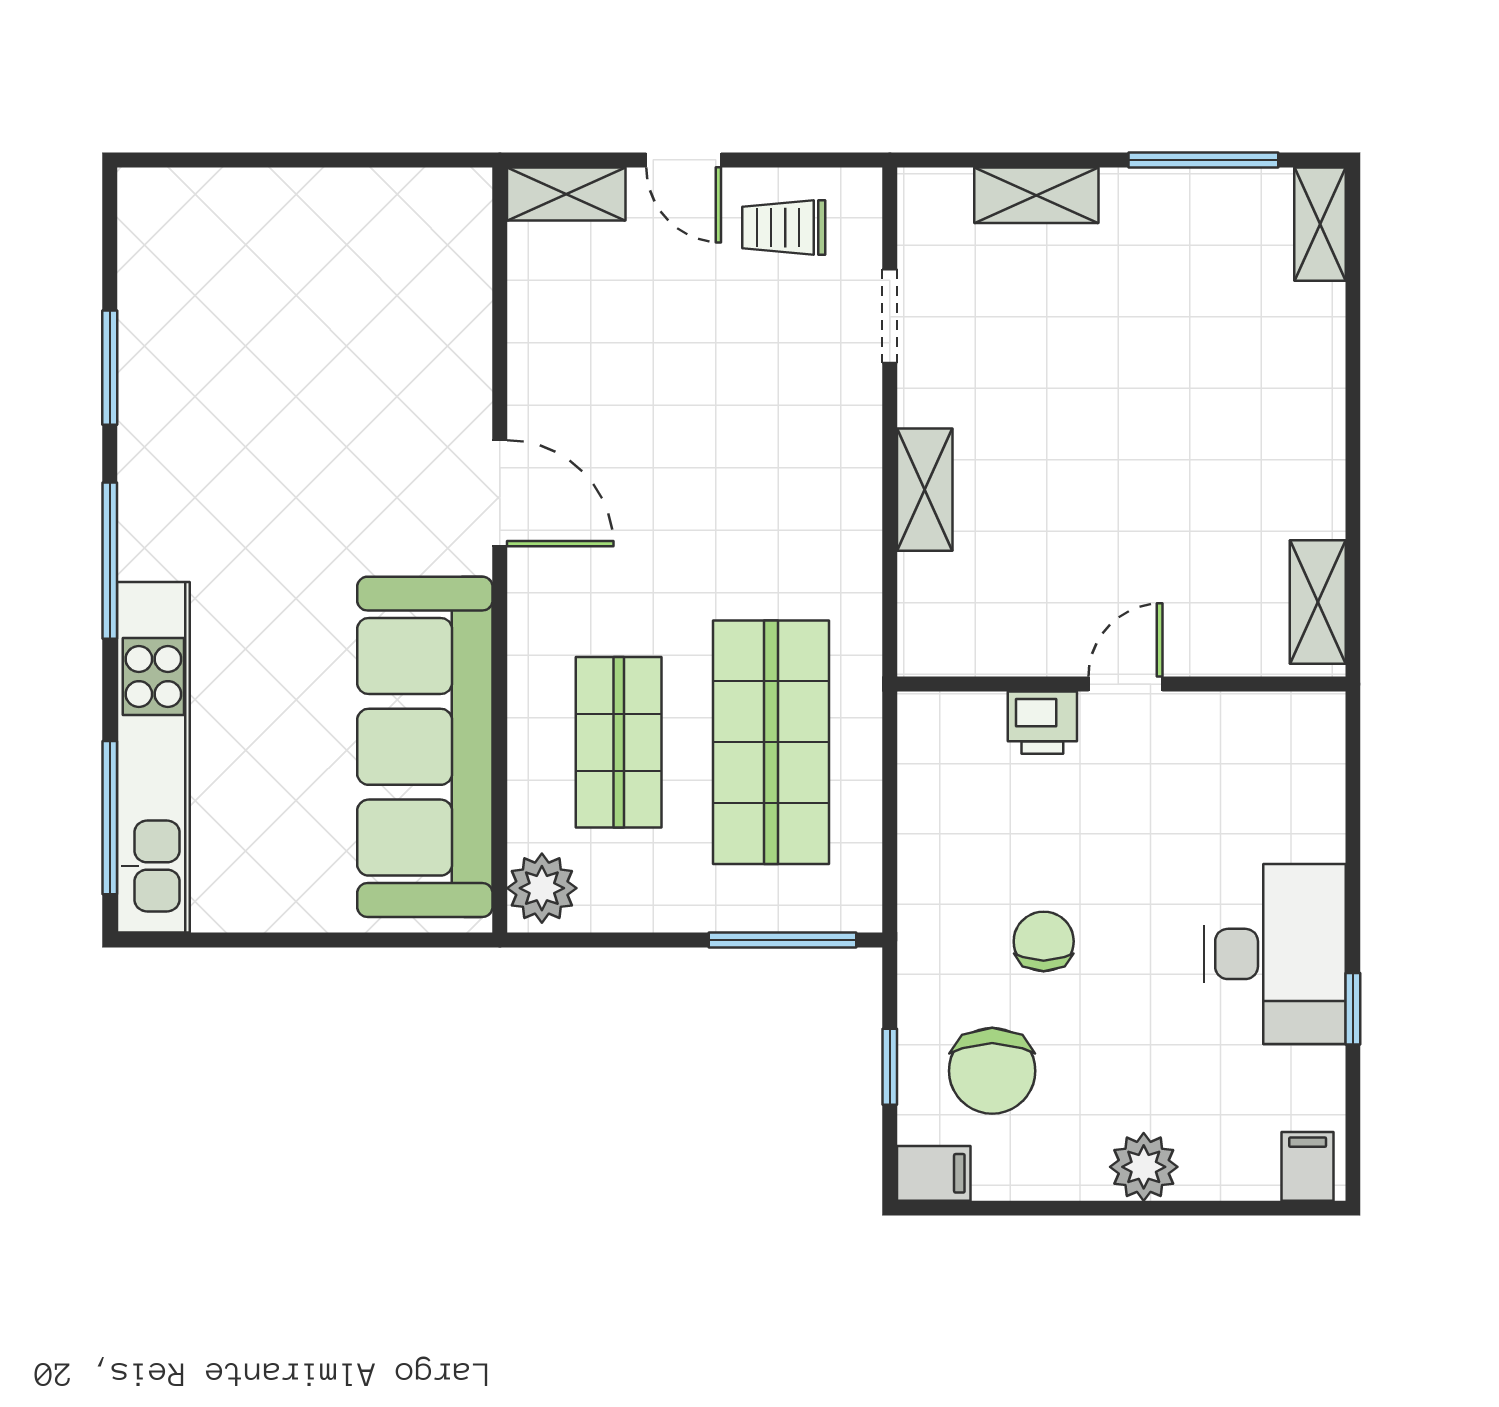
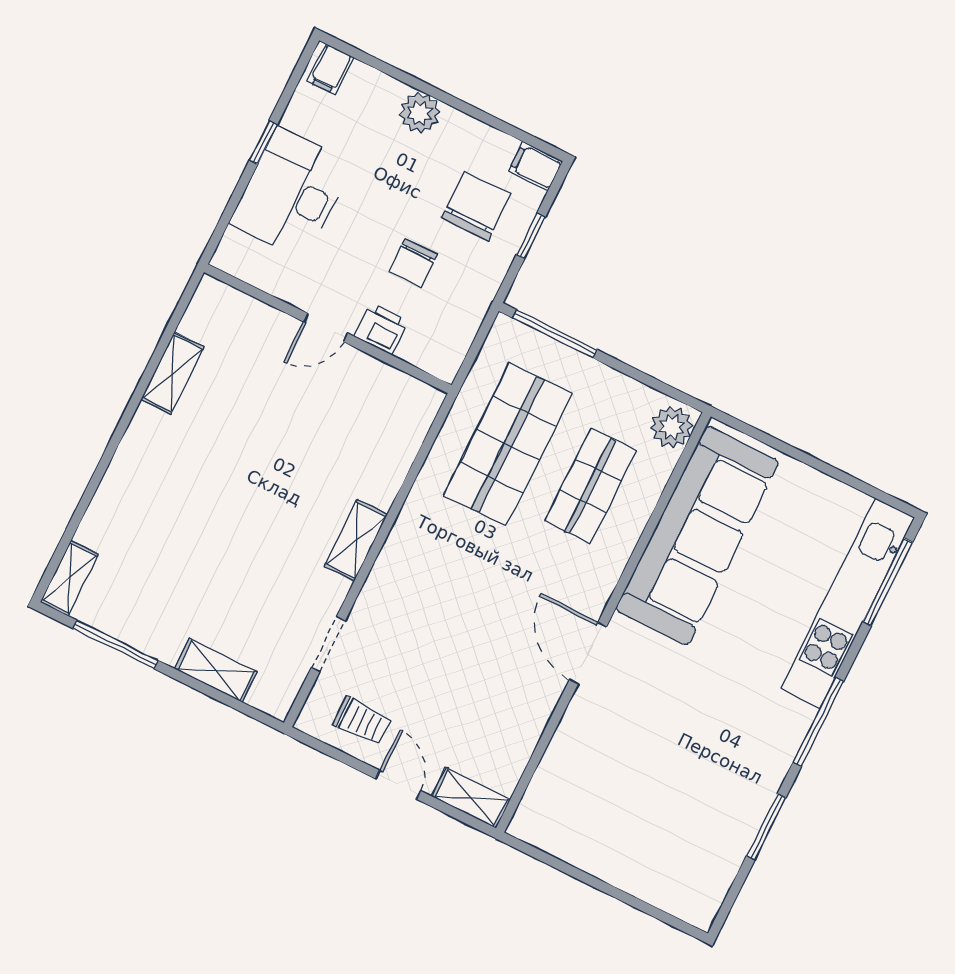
wall: (1121, 684) -> (328, 329), moved
door: (1125, 684) -> (326, 328), moved
printer: (1042, 723) -> (381, 329), moved

